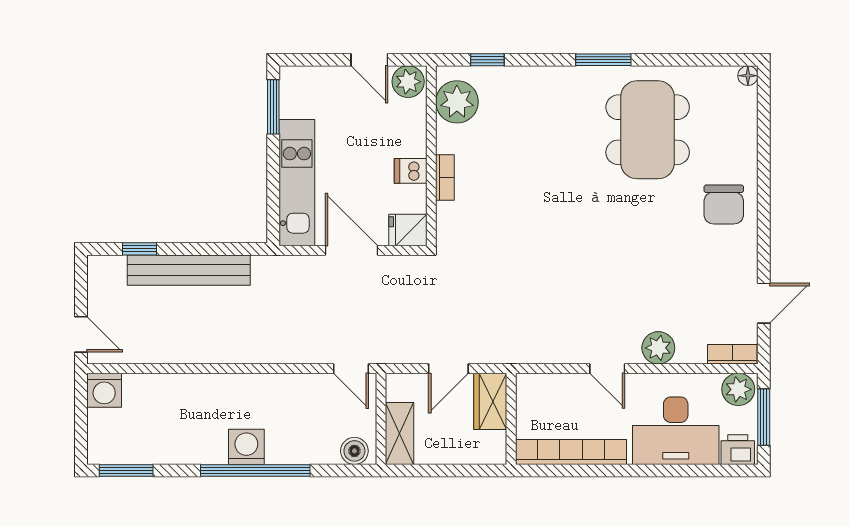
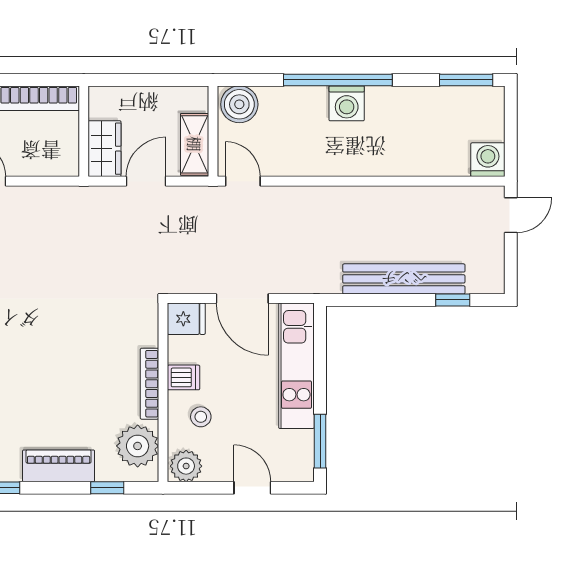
door: (369, 60) -> (252, 488), moved
piano: (537, 82) -> (59, 466), added
stool: (393, 131) -> (201, 417), added
bookcase: (445, 177) -> (150, 384), width x1.56
door: (81, 334) -> (511, 215), swing flipped
shelving: (400, 433) -> (195, 144), moved
boiler: (354, 451) -> (239, 104), width x1.36, depth x1.36

